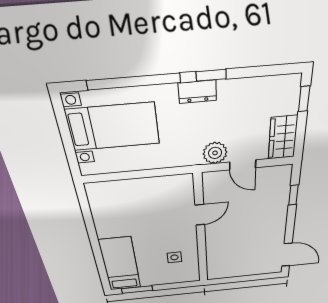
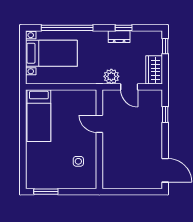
window: (211, 75) -> (124, 28), moved
dresser: (197, 92) -> (119, 37), moved
door: (200, 215) -> (99, 124), swing flipped
bed: (120, 264) -> (39, 116), moved, turned 180

